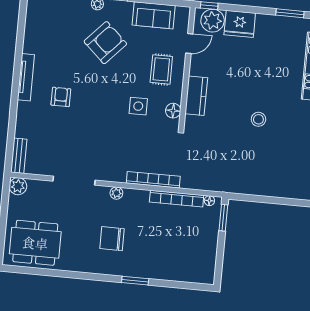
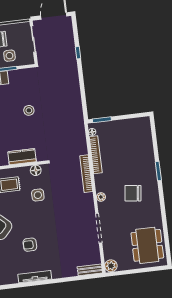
armchair: (61, 97) -> (30, 245), moved
chair: (112, 239) -> (133, 193), turned 97

